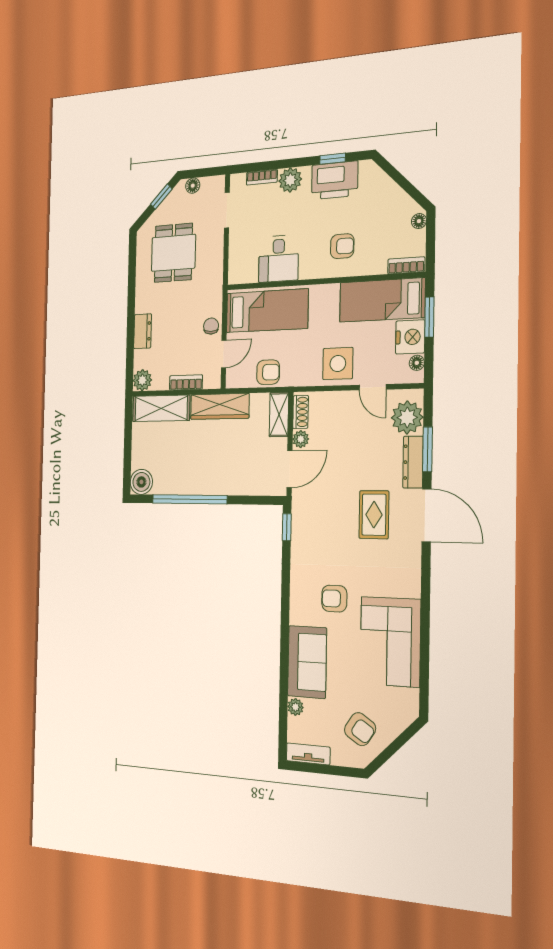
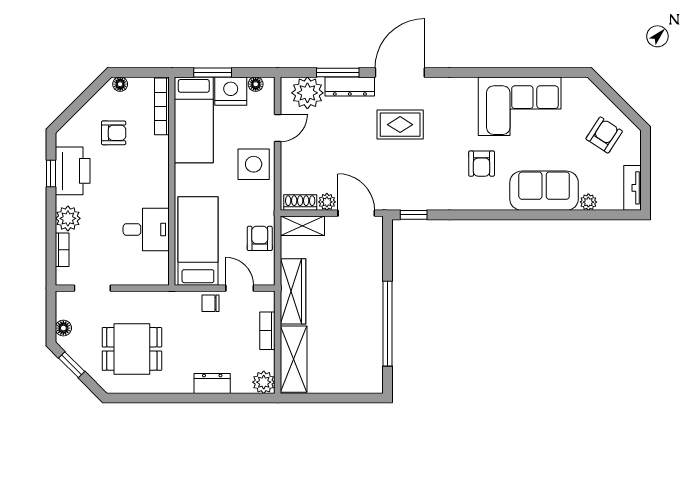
armchair: (342, 246) -> (114, 133), moved, turned 90
bookcase: (406, 265) -> (162, 106), width x1.56
boiler: (141, 482) -> (370, 380), removed

